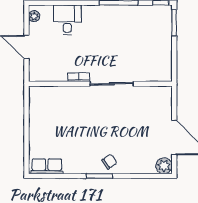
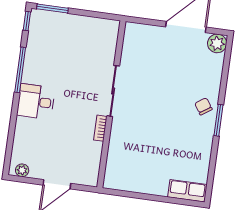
desk: (67, 20) -> (36, 102), moved
row of seats: (47, 166) -> (187, 191), moved, turned 90

